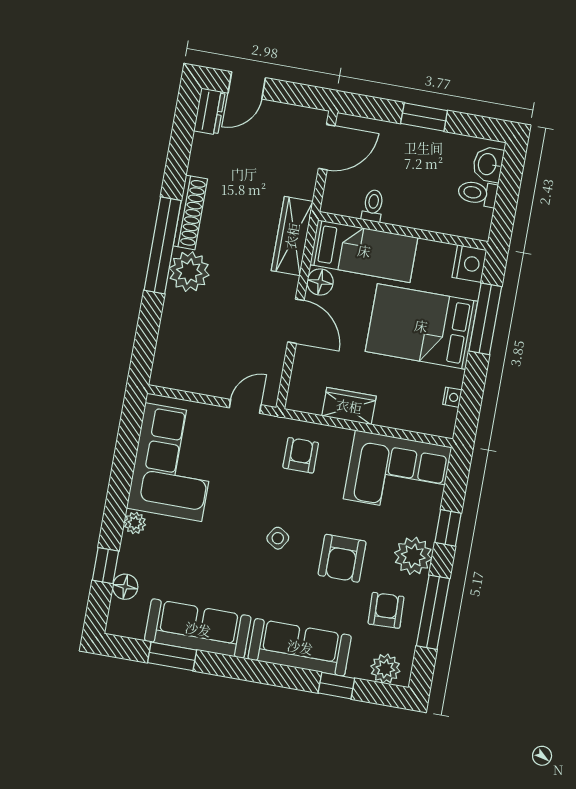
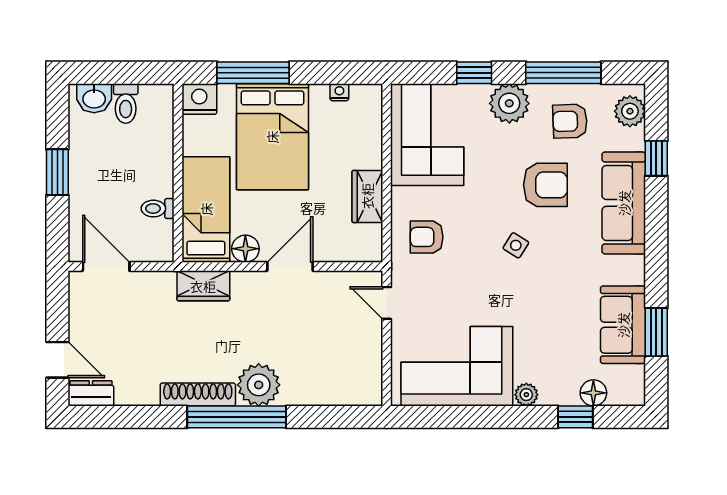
wardrobe: (292, 236) -> (203, 286), width x0.67
armchair: (342, 558) -> (545, 185), moved
sofa: (198, 629) -> (623, 325), width x0.73

